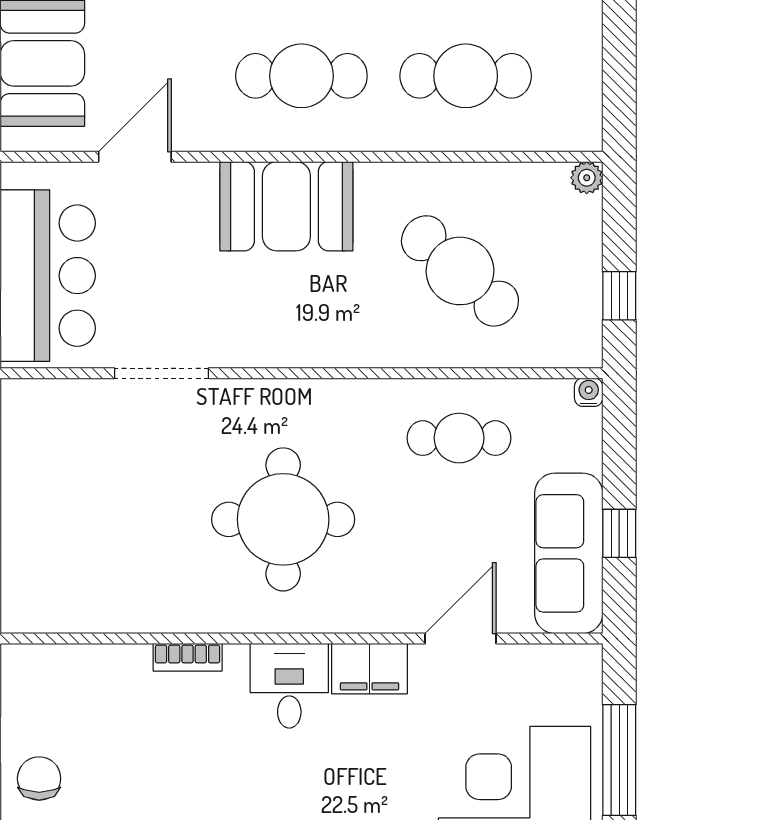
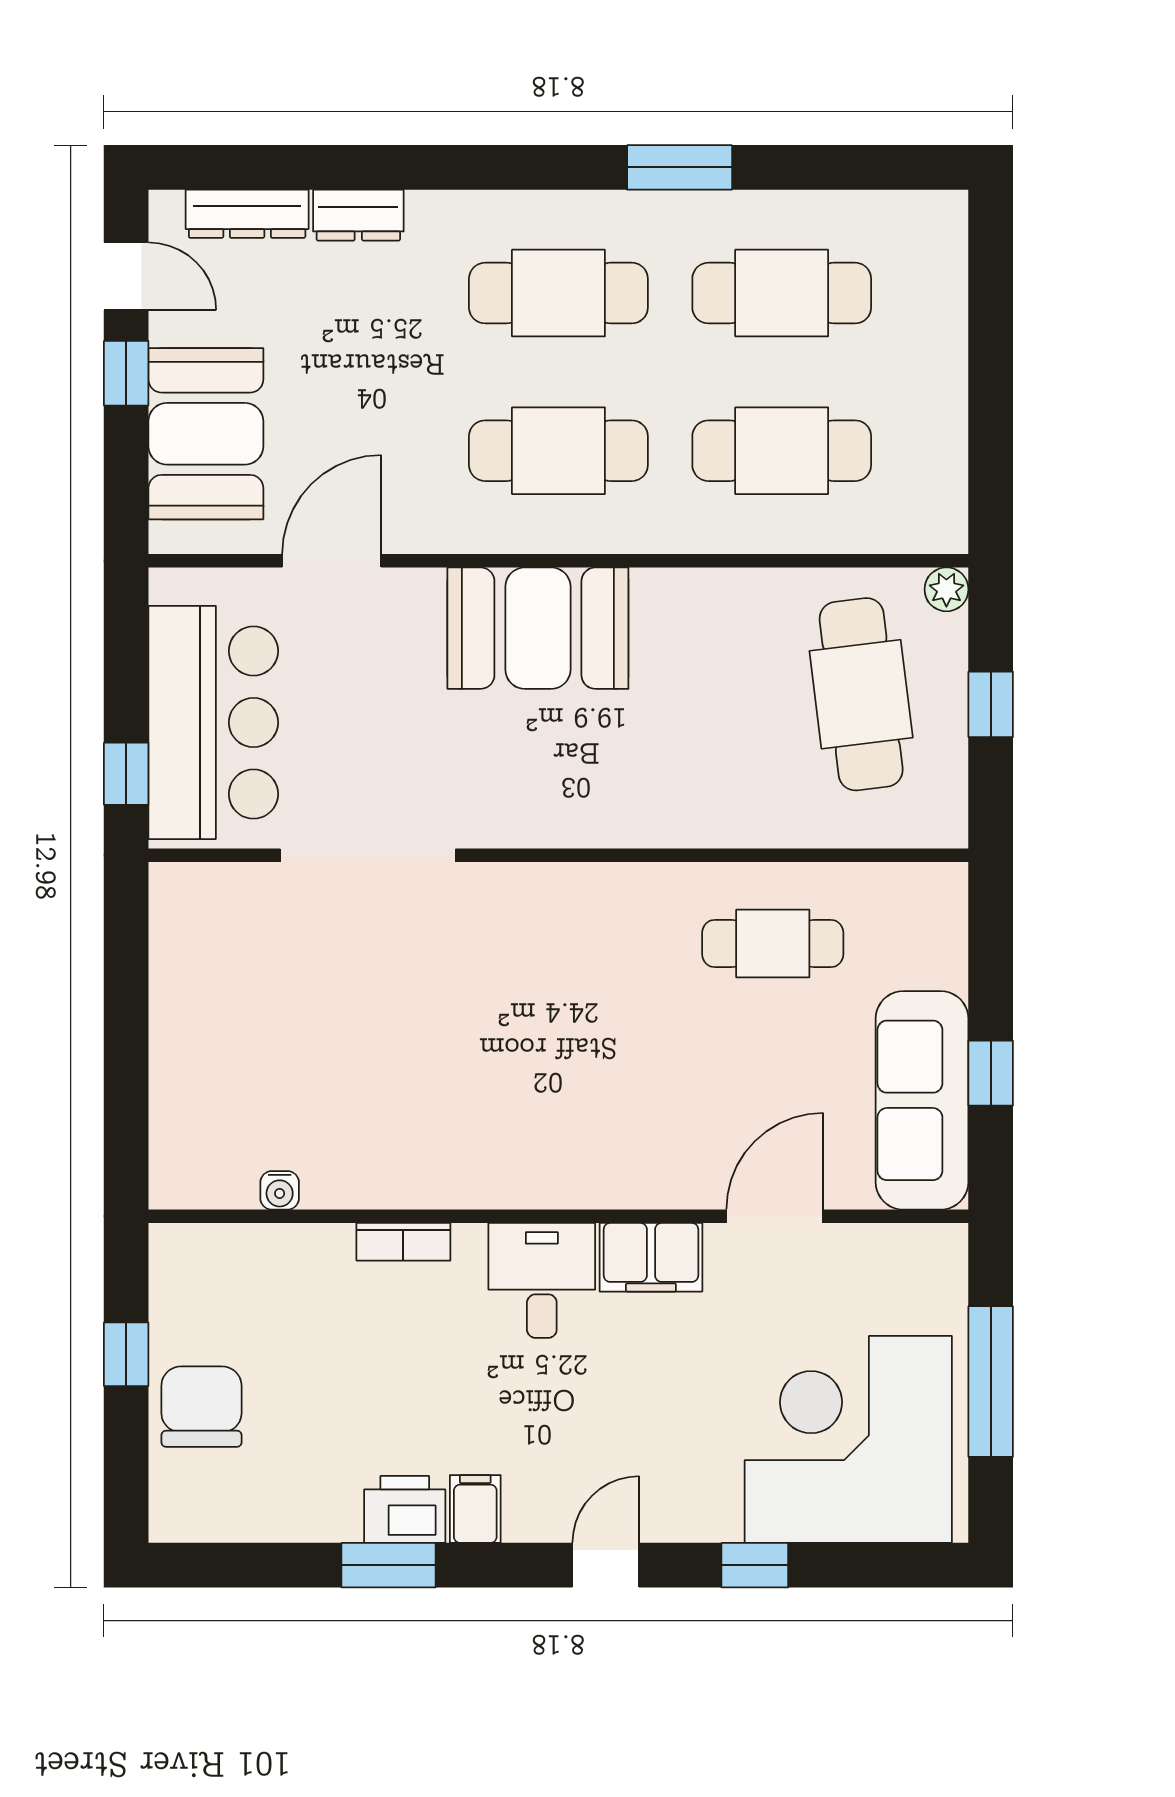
cafe table: (460, 271) -> (861, 694), moved, turned 41
window: (619, 296) -> (991, 704), moved
doorway: (161, 373) -> (368, 855), width x1.36
water cooler: (589, 392) -> (280, 1190), moved, turned 180
round table: (283, 519) -> (533, 1054), removed
chair: (39, 778) -> (201, 1407), width x1.37, depth x1.37

